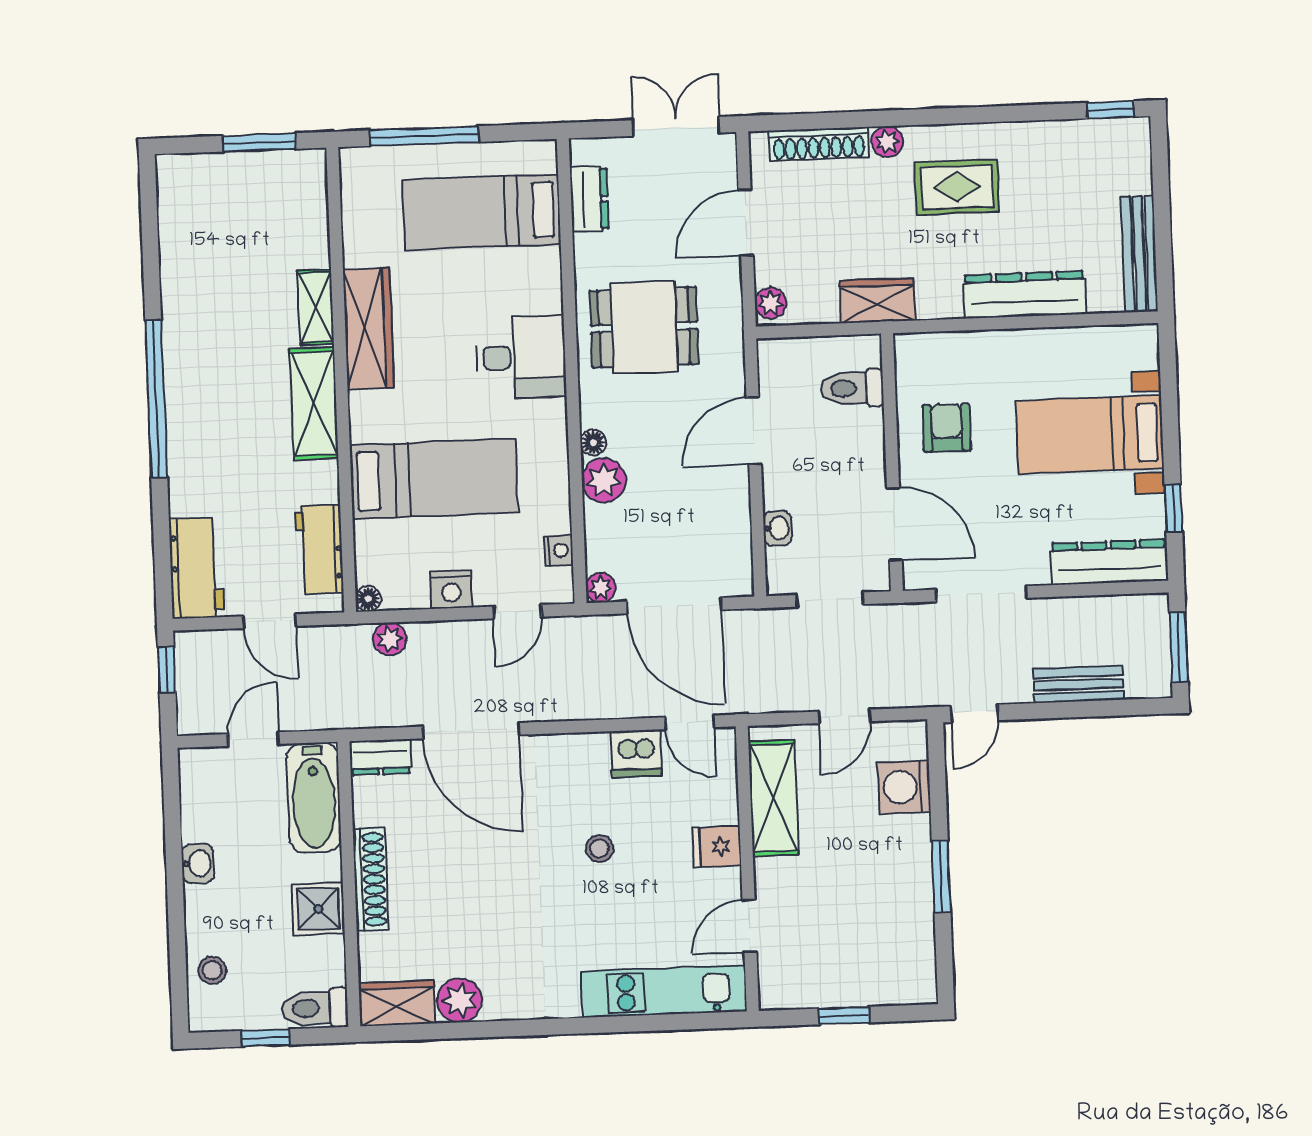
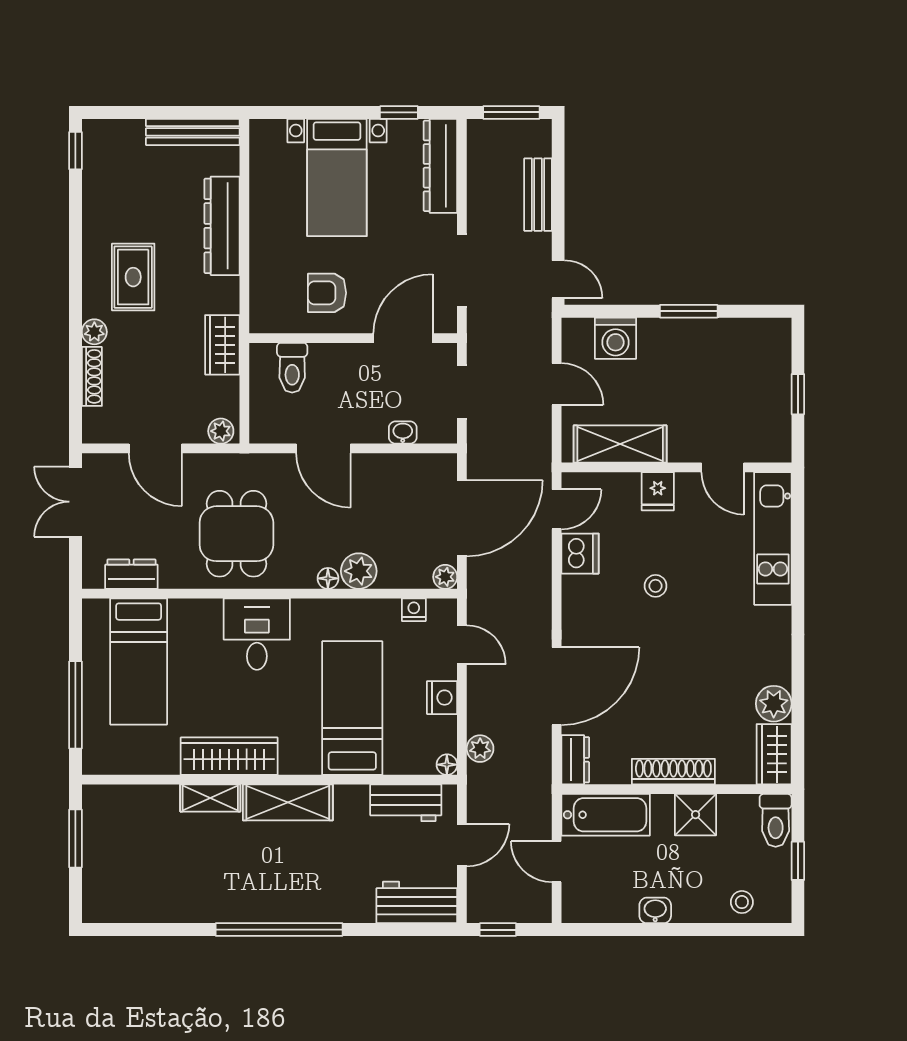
shoe rack: (819, 144) -> (92, 376), width x0.74, depth x0.81

